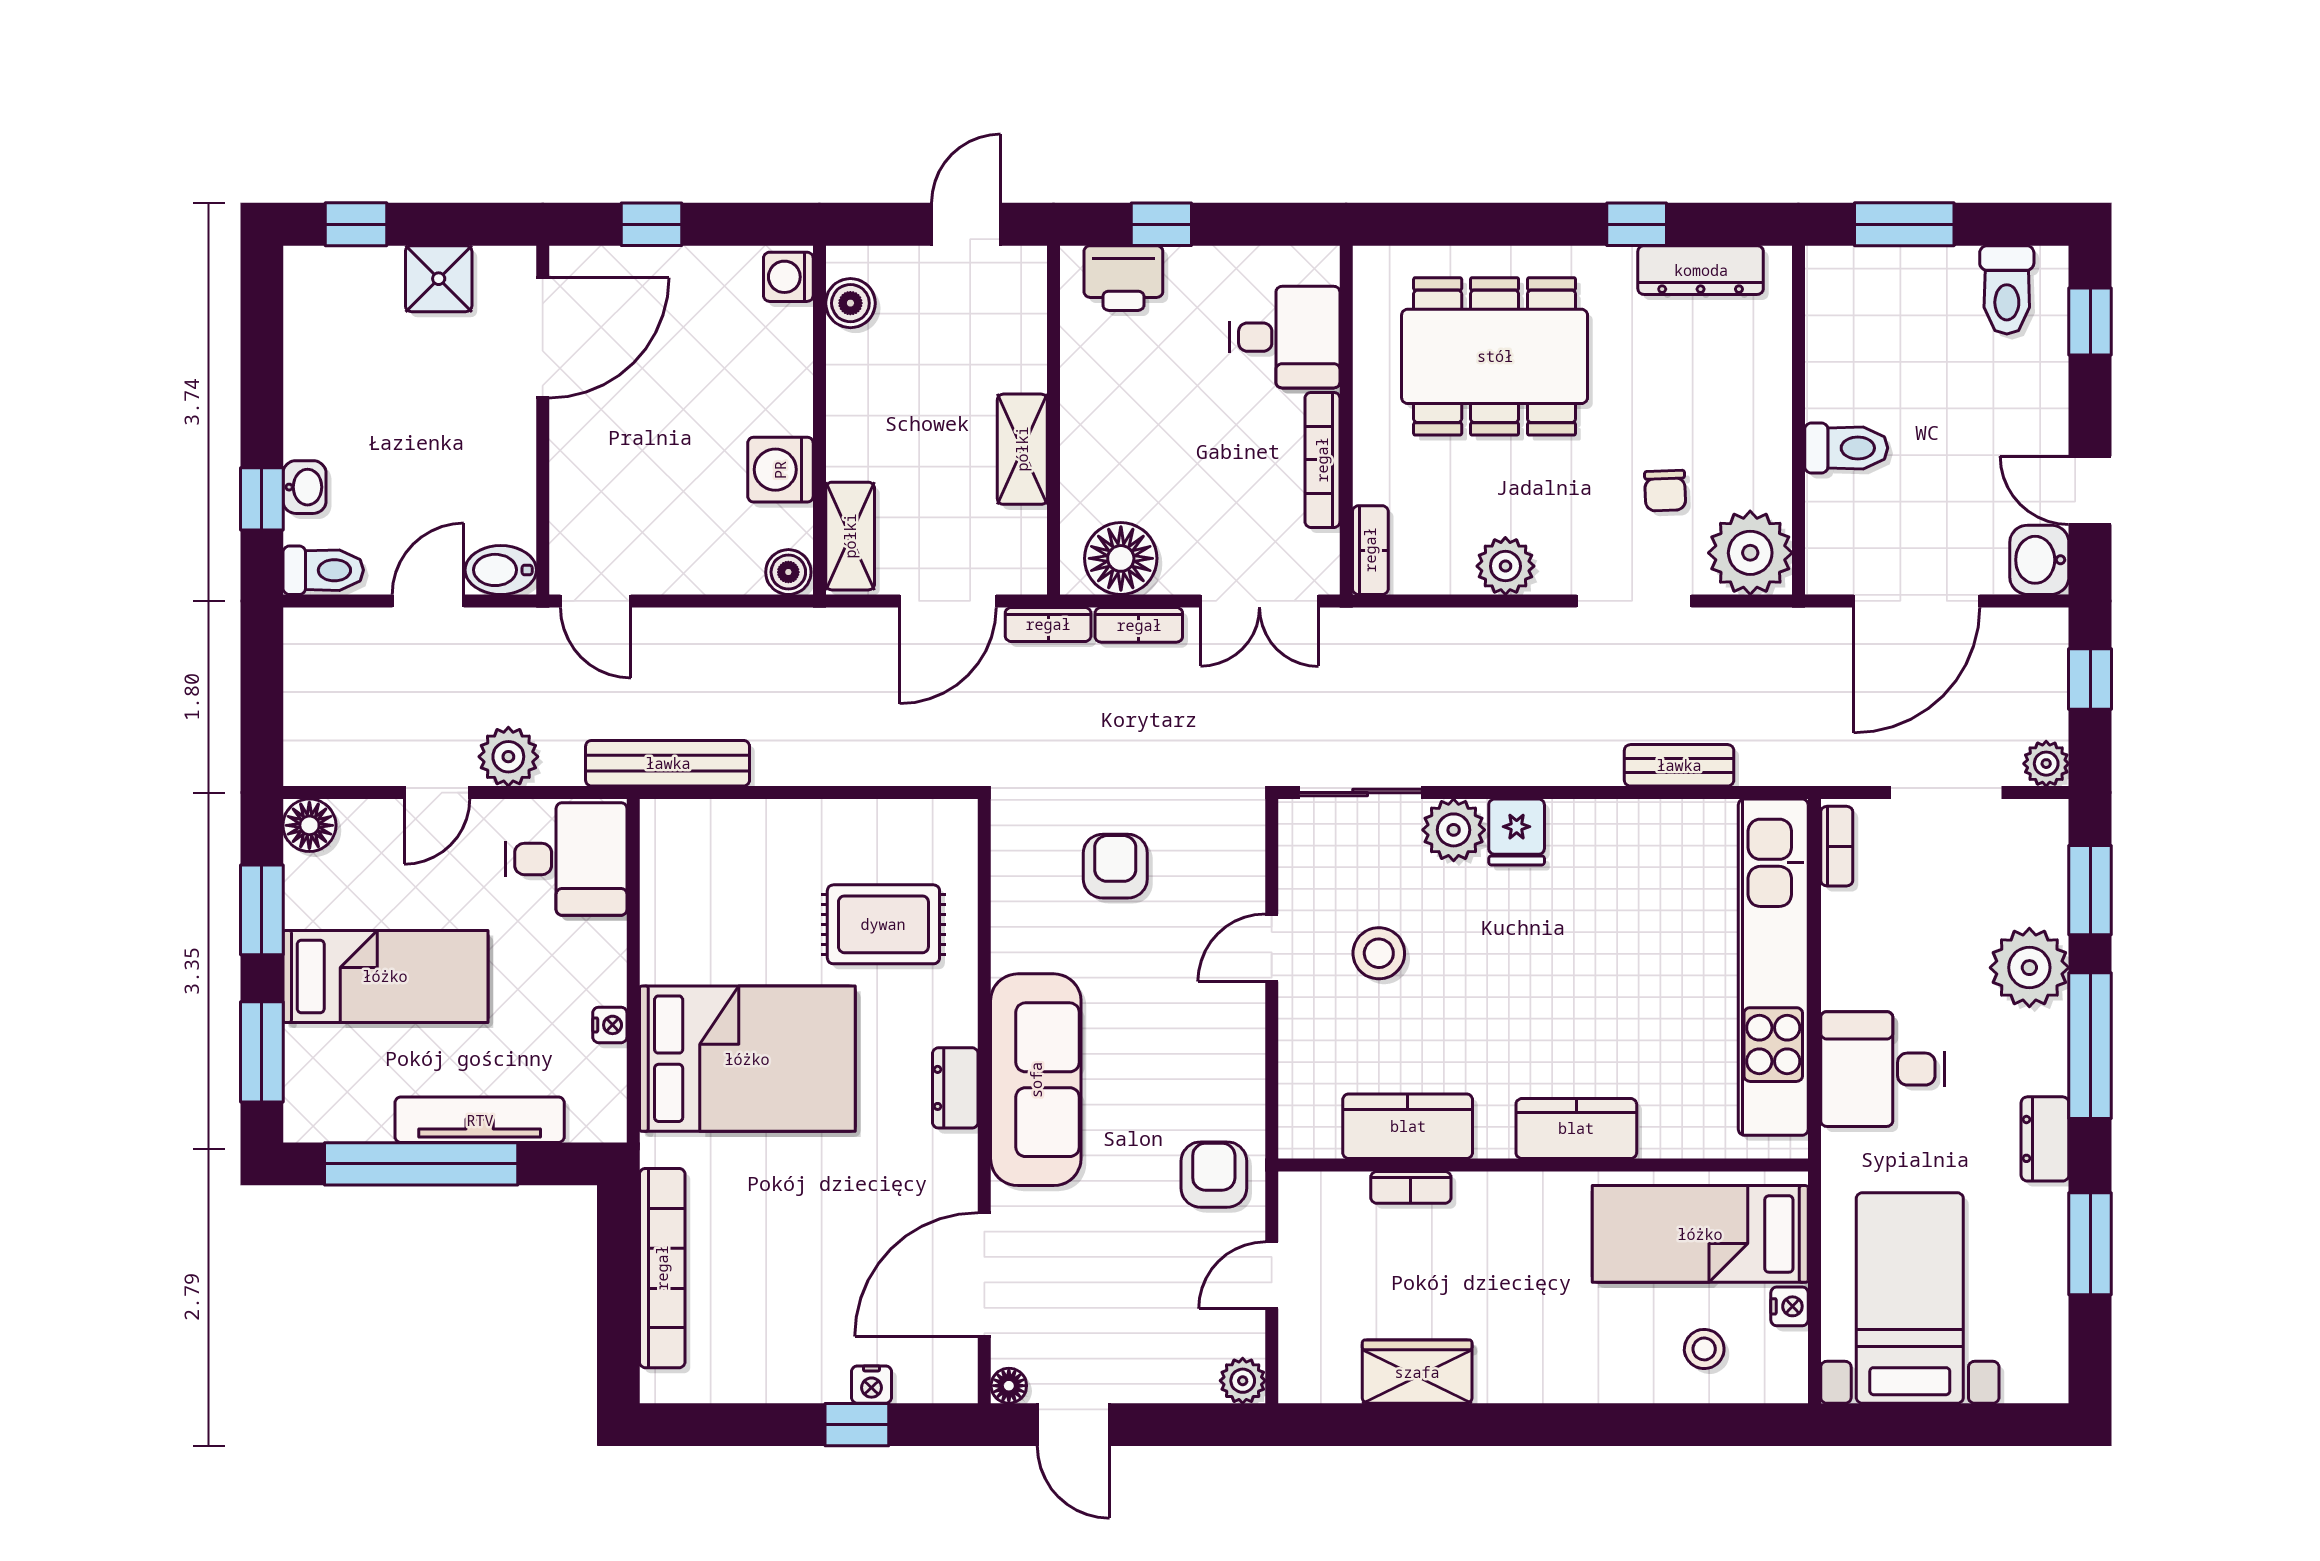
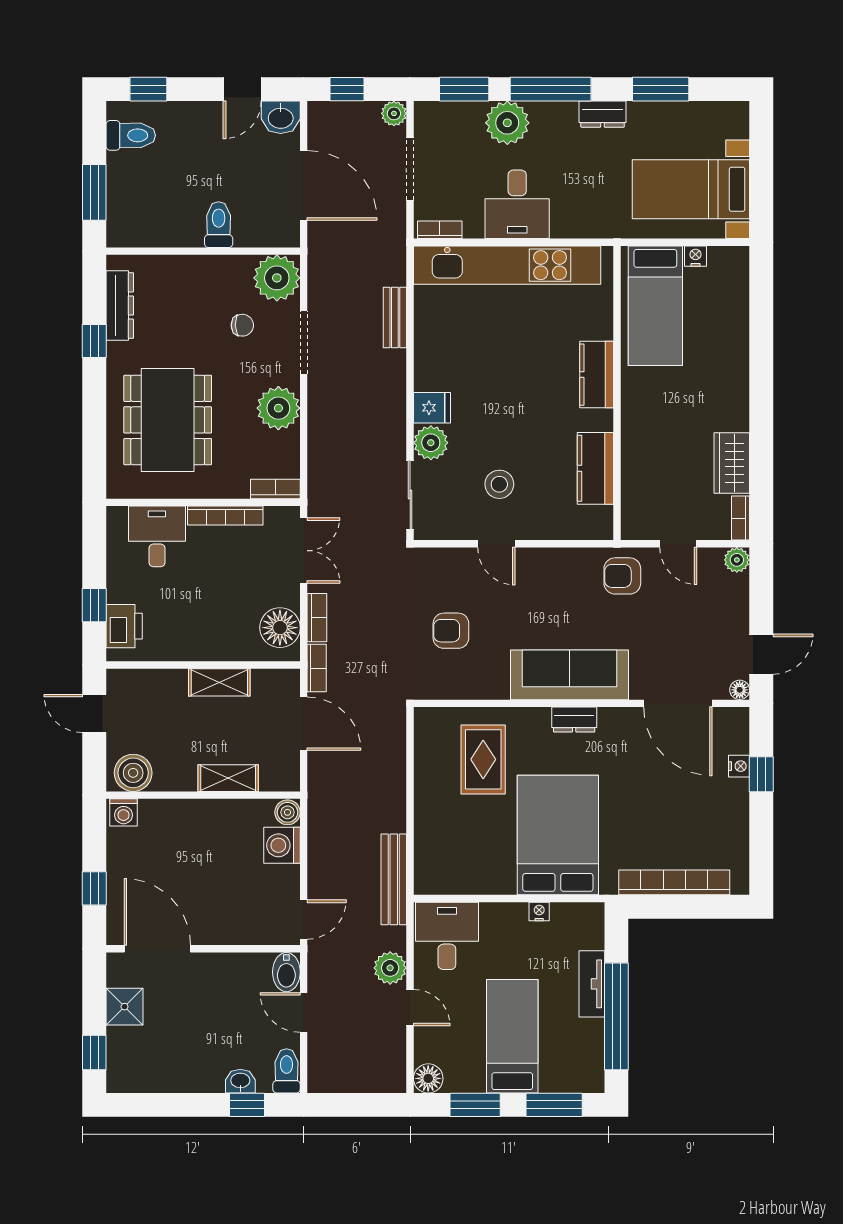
boiler: (850, 303) -> (133, 773), width x1.36, depth x1.36
washing machine: (780, 470) -> (282, 845), moved, turned 90
shelving: (850, 536) -> (228, 778), moved
plant: (1505, 566) -> (278, 408), width x1.36, depth x1.36
desk: (1883, 1069) -> (517, 204), moved
tv unit: (480, 1120) -> (592, 984), width x0.71
bookcase: (1411, 1187) -> (741, 518), moved, turned 180
stool: (1704, 1349) -> (719, 303), removed

